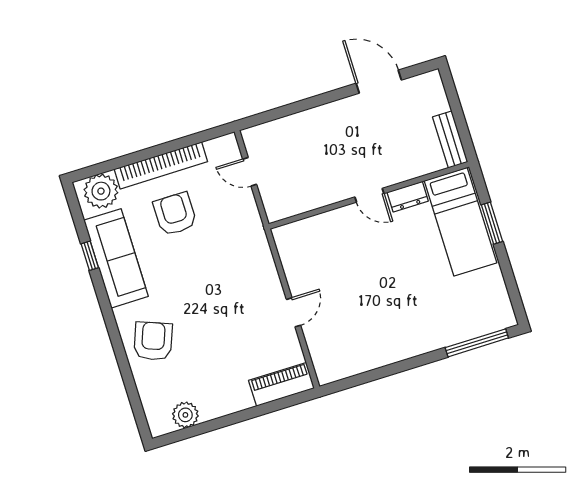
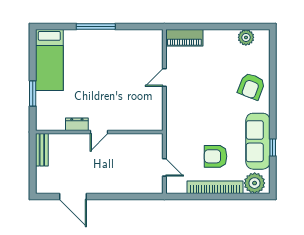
door: (369, 195) -> (99, 132), swing flipped
armchair: (175, 214) -> (216, 156), turned 90
bed: (460, 222) -> (49, 60), moved, turned 180
window: (477, 343) -> (96, 27), moved

